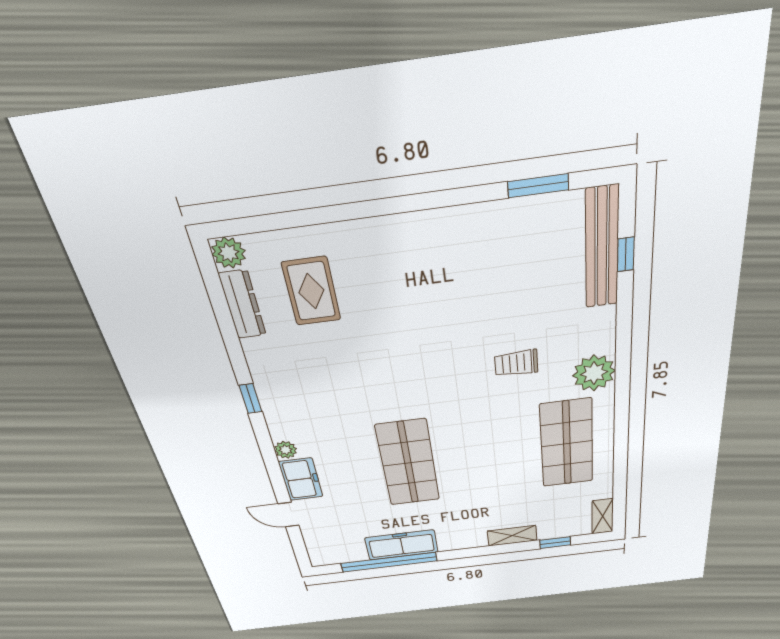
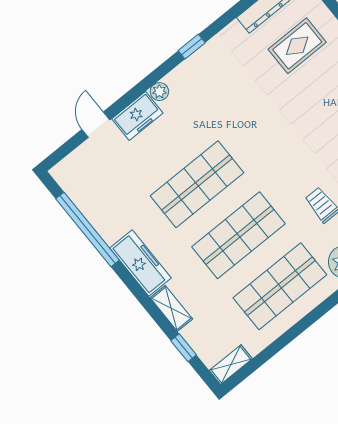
shop shelf: (487, 453) -> (238, 235), added
freezer: (402, 545) -> (140, 263), moved

